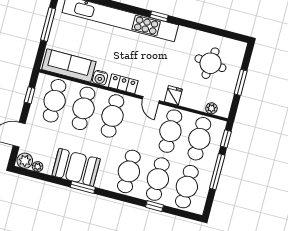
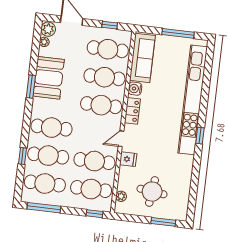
round table: (210, 63) -> (152, 192), moved
window: (241, 82) -> (163, 222), moved
window: (217, 172) -> (44, 208), moved

